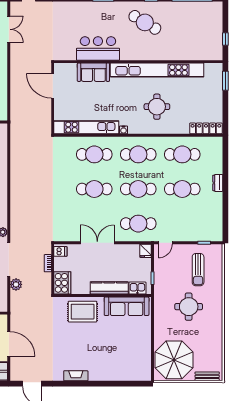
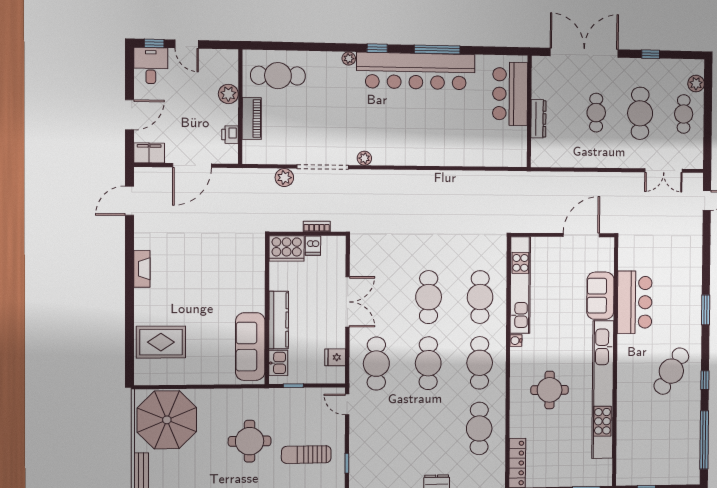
cafe table: (182, 189) -> (428, 429), removed
dishwasher: (60, 251) -> (313, 246), moved
fridge: (146, 251) -> (335, 357), moved
rug: (83, 312) -> (161, 342), moved, turned 90

